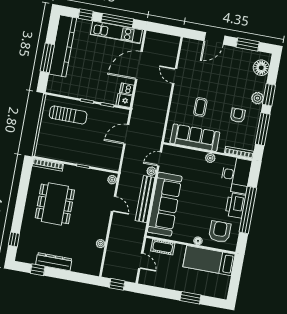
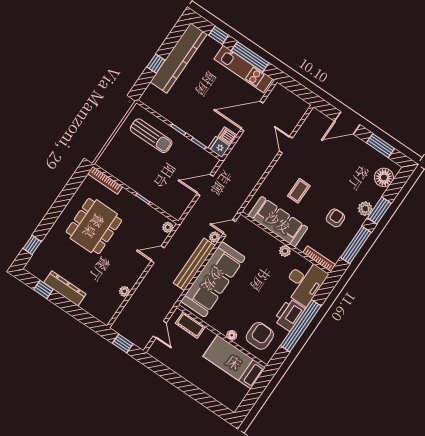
window: (47, 58) -> (156, 64), width x0.46
door: (114, 204) -> (158, 254), swing flipped
window: (190, 298) -> (196, 394), removed

